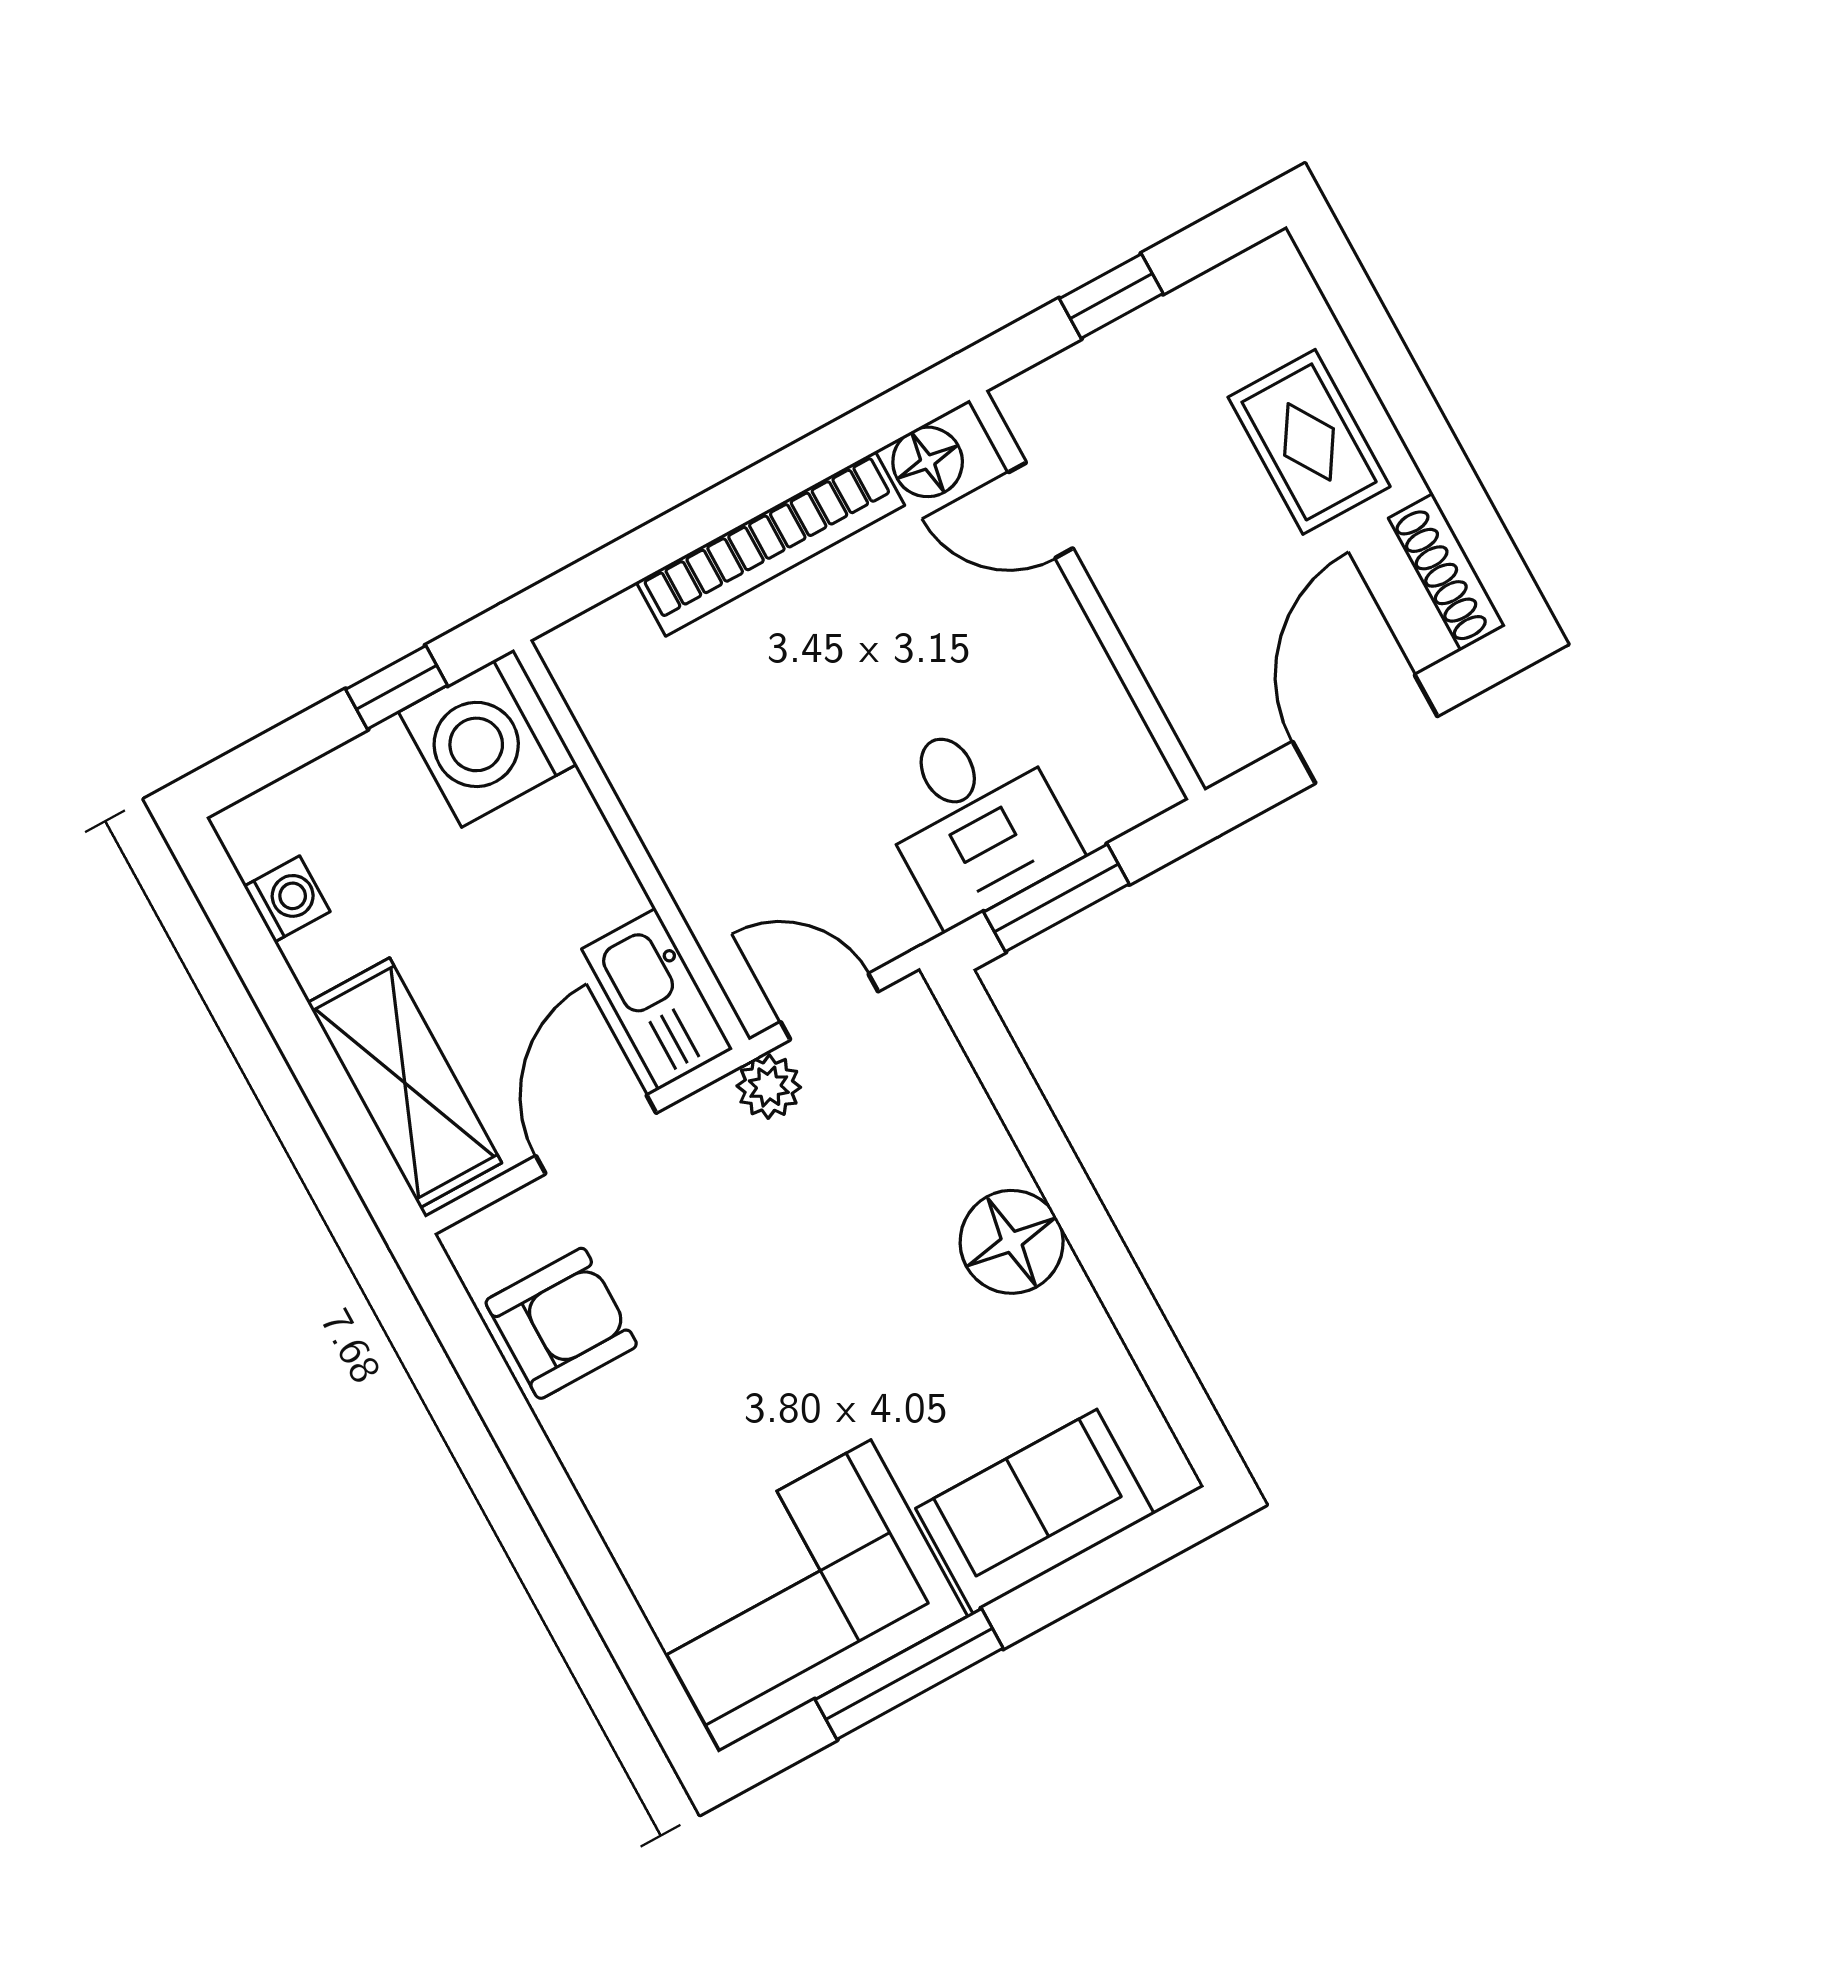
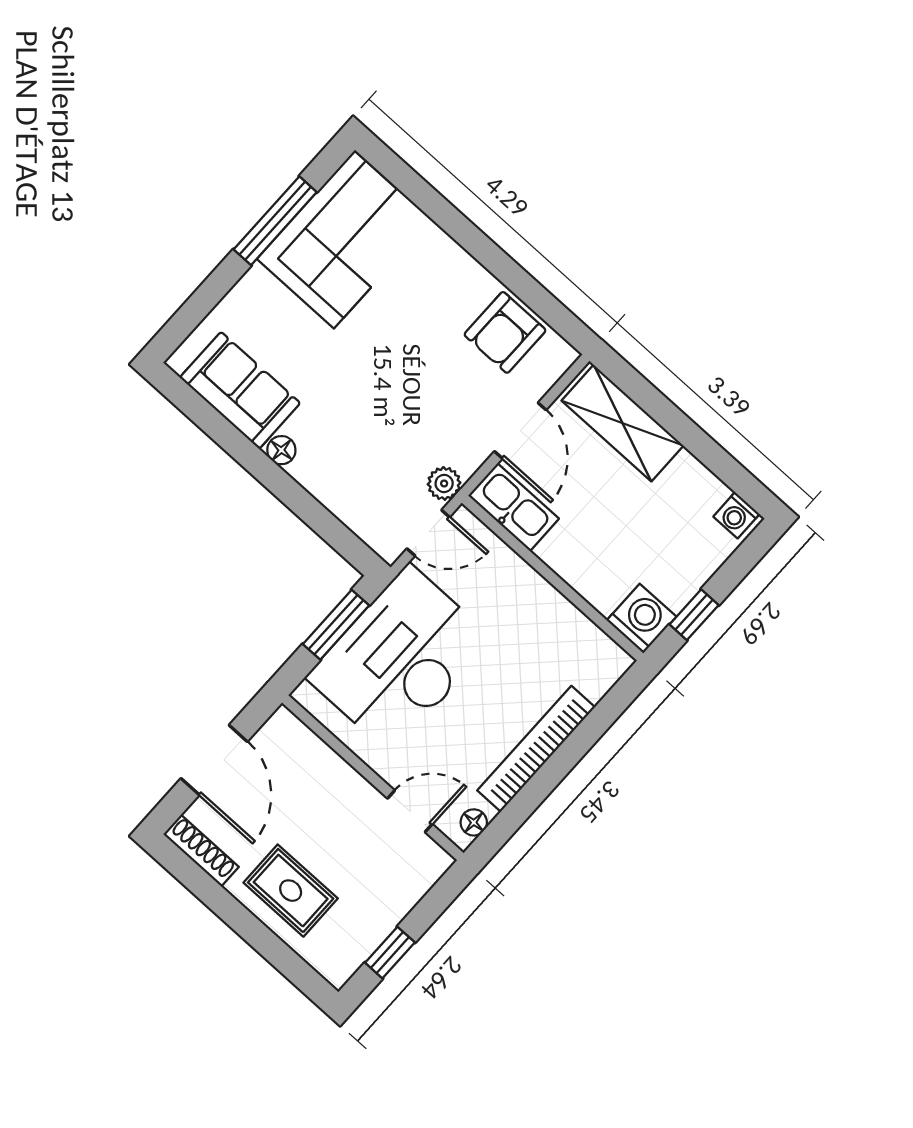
window: (1111, 296) -> (390, 953), moved
floor lamp: (928, 462) -> (474, 822), width x0.73, depth x0.73
washing machine: (488, 738) -> (642, 619), width x0.73, depth x0.73
desk: (974, 818) -> (400, 659), width x1.87, depth x1.30
washing machine: (287, 899) -> (736, 515), moved
floor lamp: (1012, 1242) -> (281, 450), width x0.53, depth x0.53
sofa: (1035, 1511) -> (240, 390), moved, turned -90

